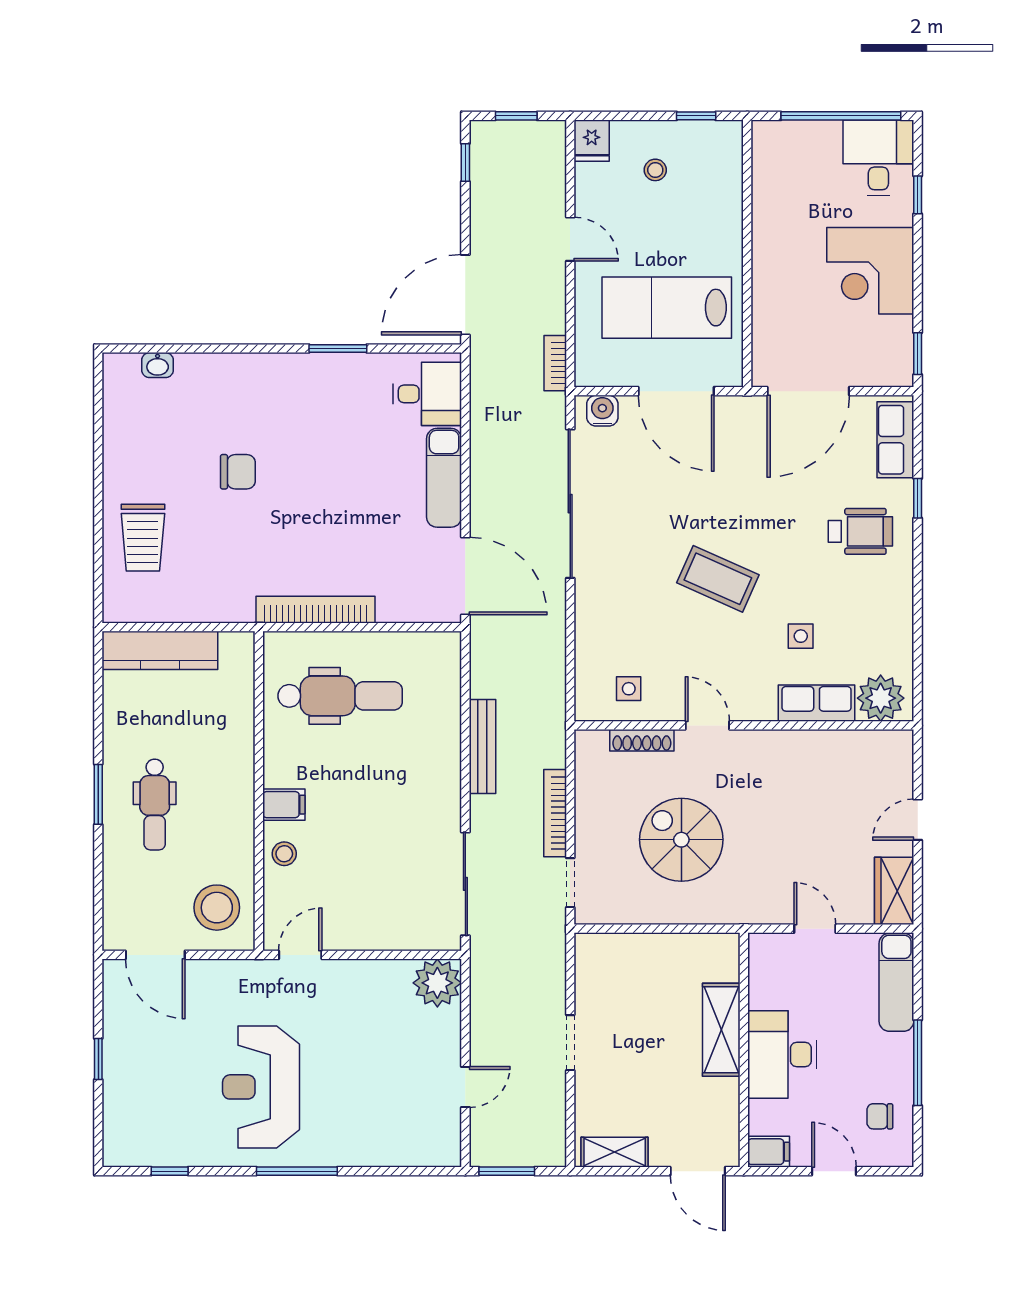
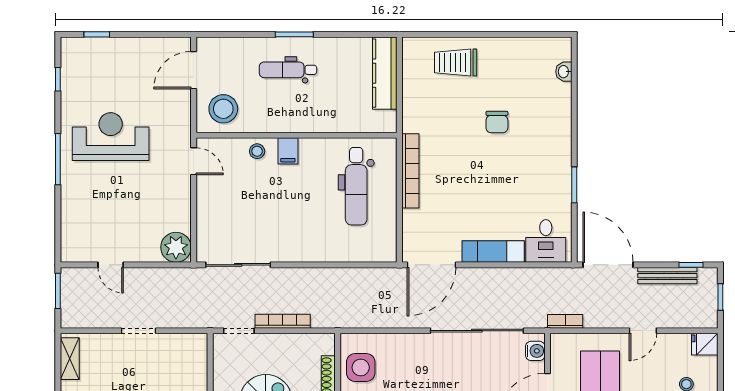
side table: (629, 689) -> (361, 367), width x1.87, depth x1.87
bench: (482, 746) -> (667, 276), moved
window: (98, 1059) -> (97, 34), moved

